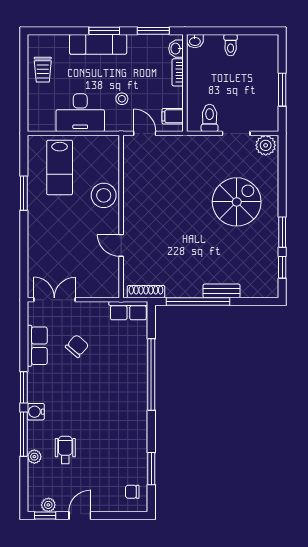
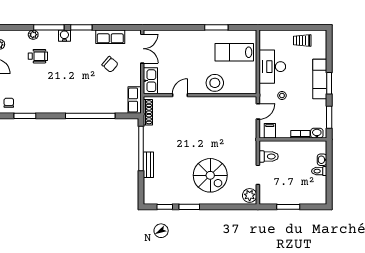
washbasin: (195, 41) -> (322, 160), moved
kitchen sink: (101, 288) -> (150, 81), added

